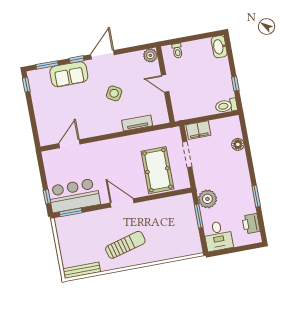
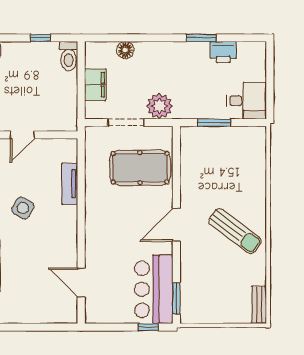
filing cabinet: (198, 130) -> (95, 85), moved
plant: (207, 199) -> (159, 106), moved
printer: (251, 224) -> (223, 52), moved
sun lounger: (125, 245) -> (235, 231), turned 142
bench: (82, 270) -> (259, 305), width x0.73

